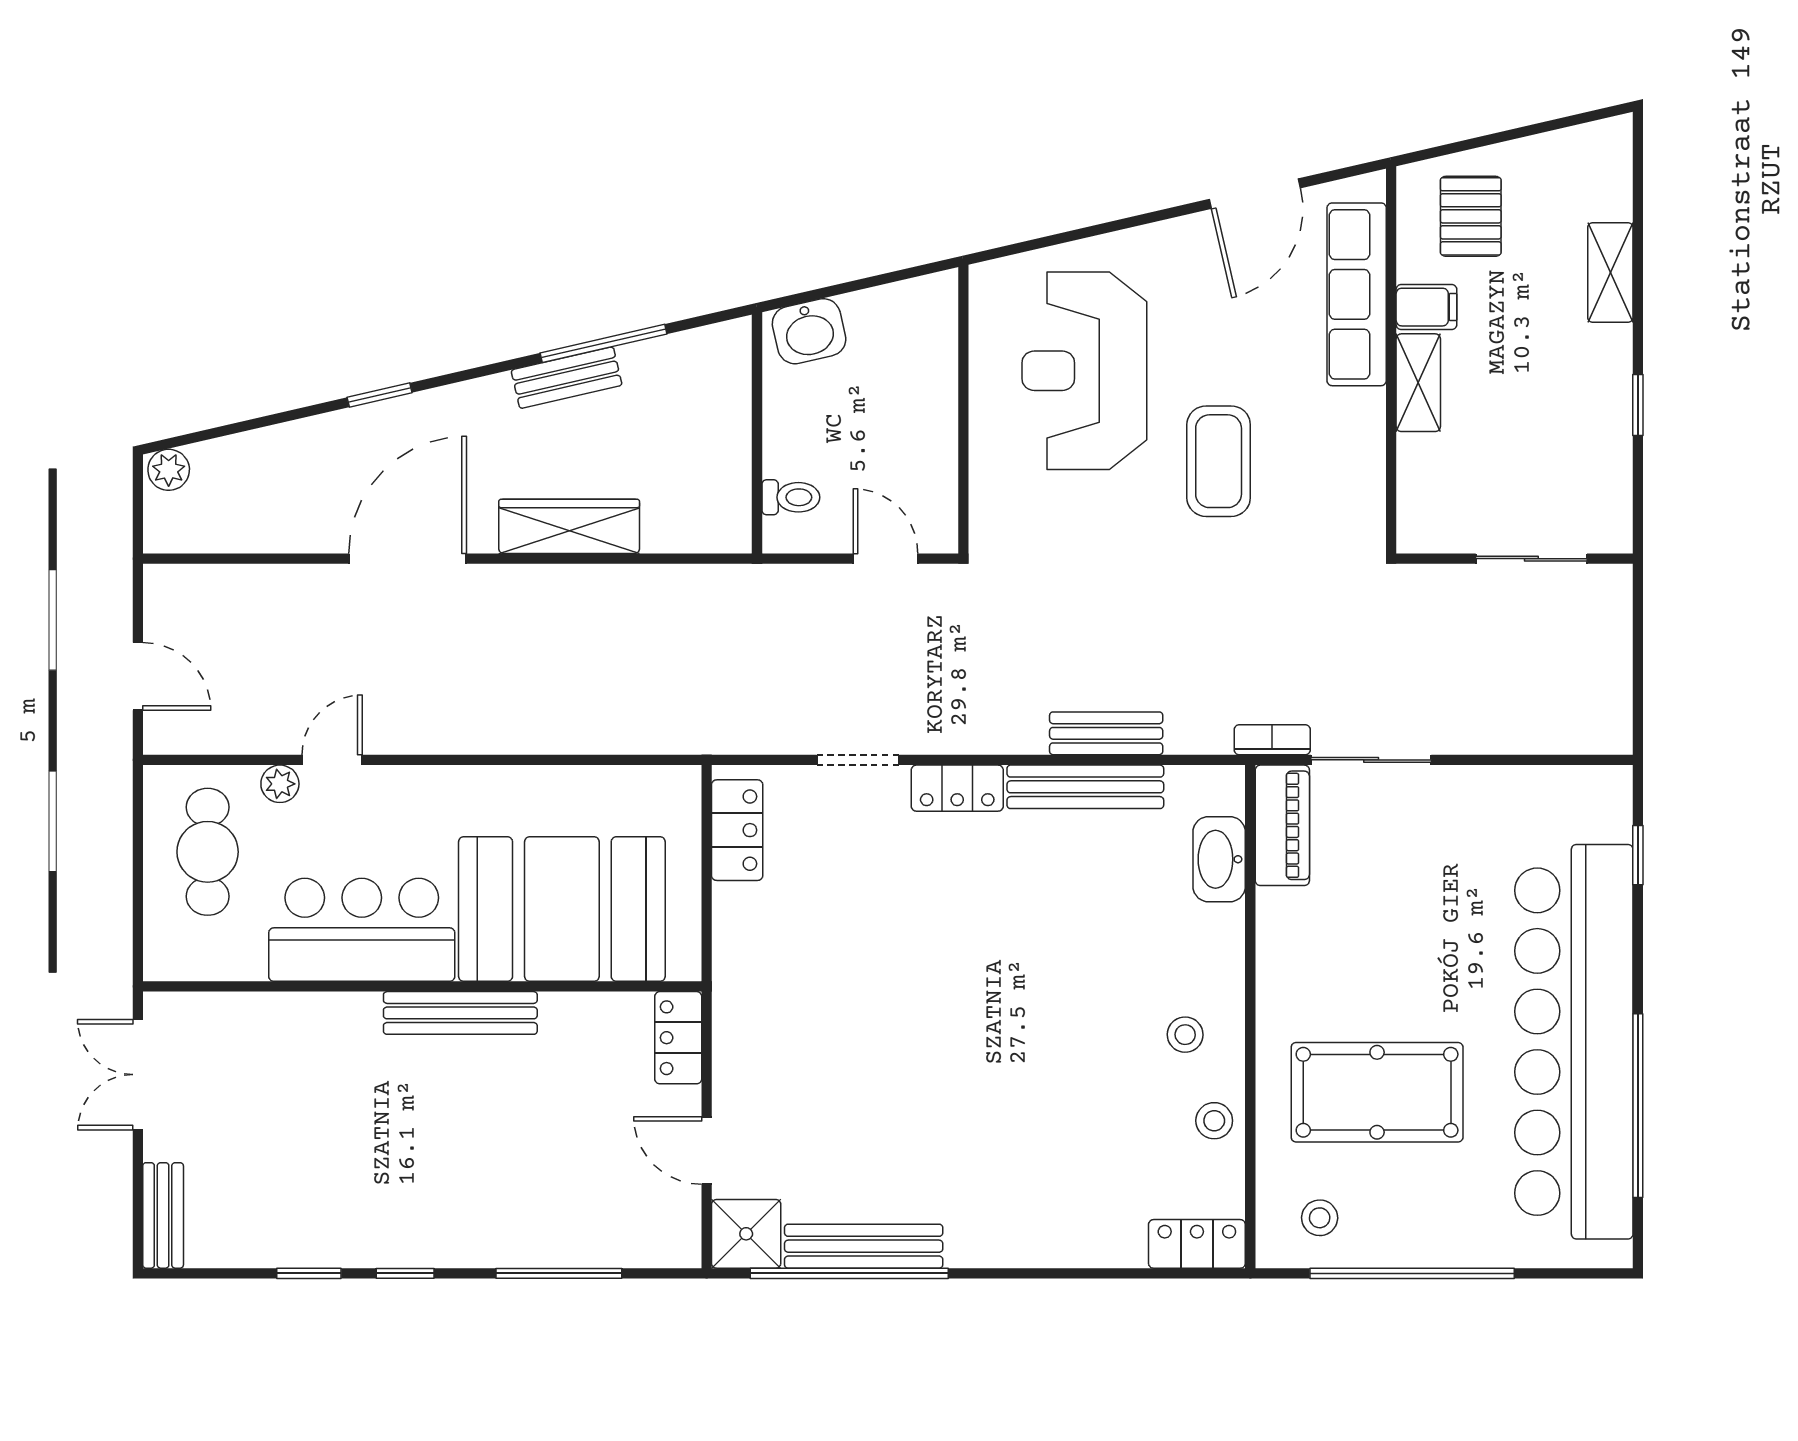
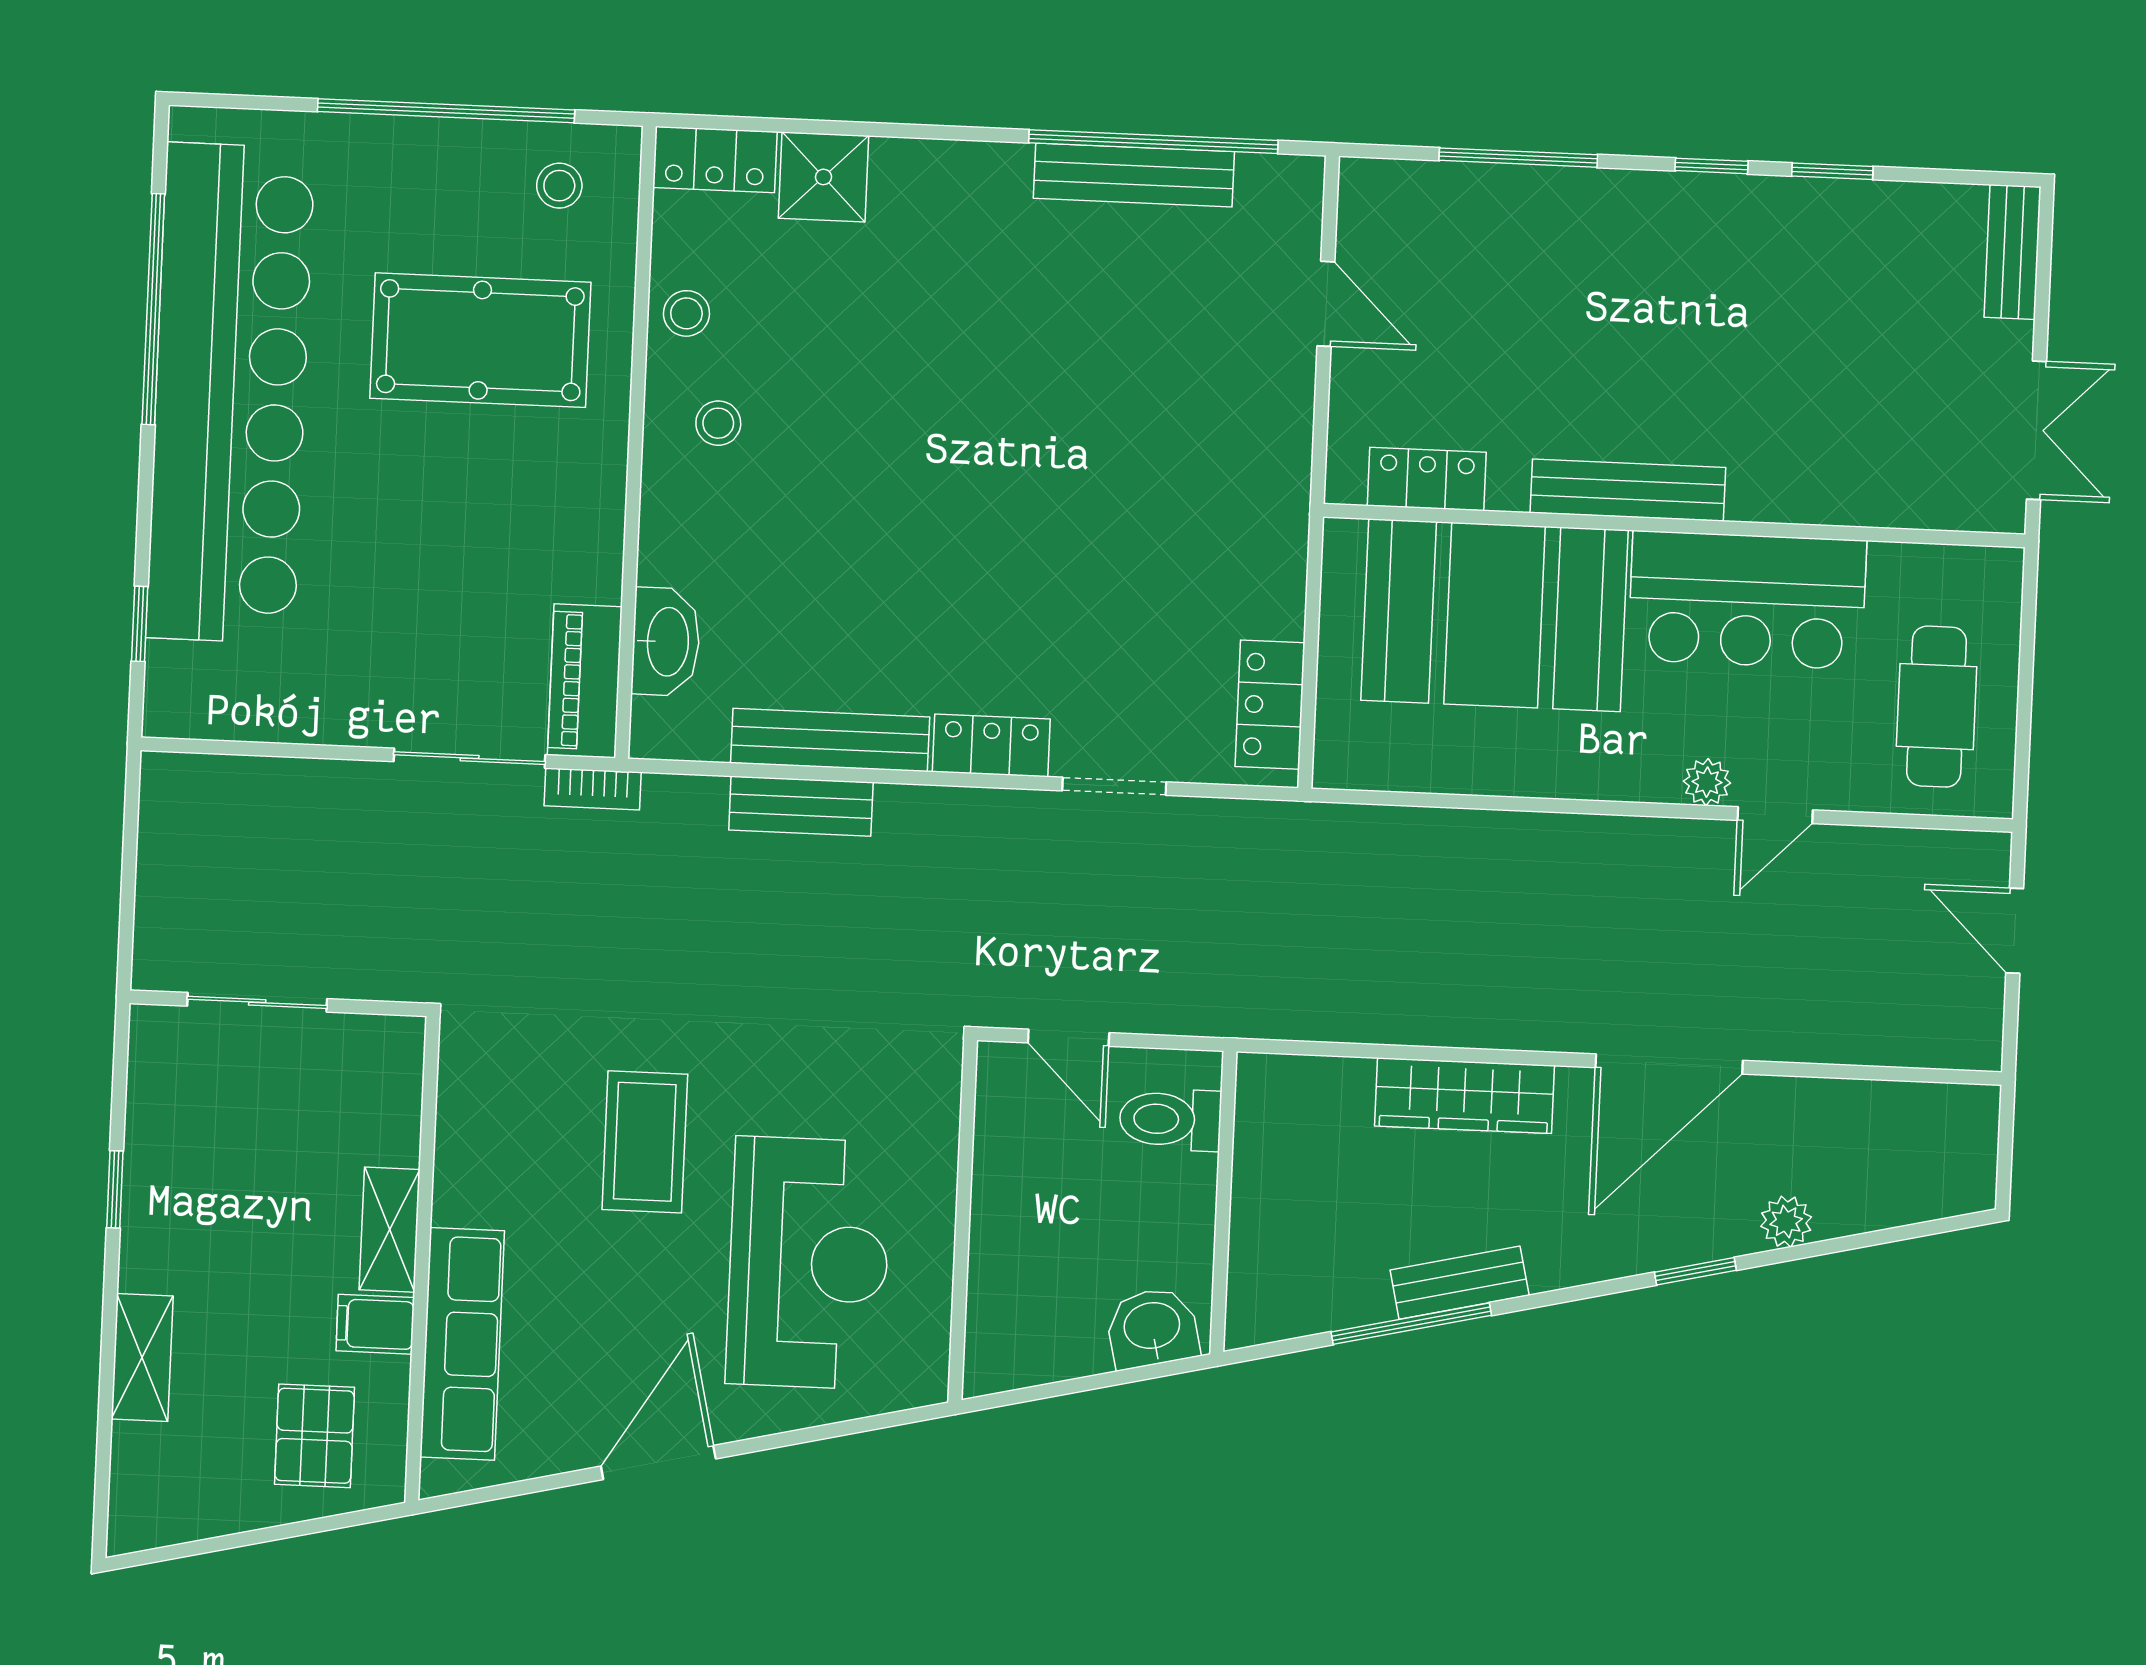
door: (1255, 194) -> (658, 1462), moved
plant: (169, 470) -> (1786, 1222), moved
toilet: (791, 497) -> (1170, 1119), width x1.37, depth x1.39
plant: (280, 784) -> (1707, 782), moved
locker: (678, 1038) -> (1427, 479), moved, turned -90
shower: (746, 1234) -> (824, 177), moved

